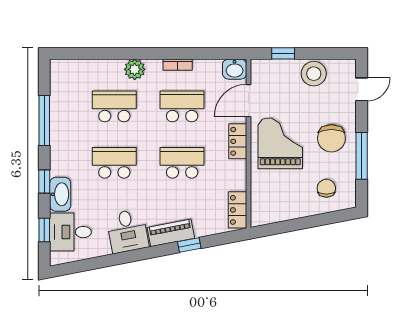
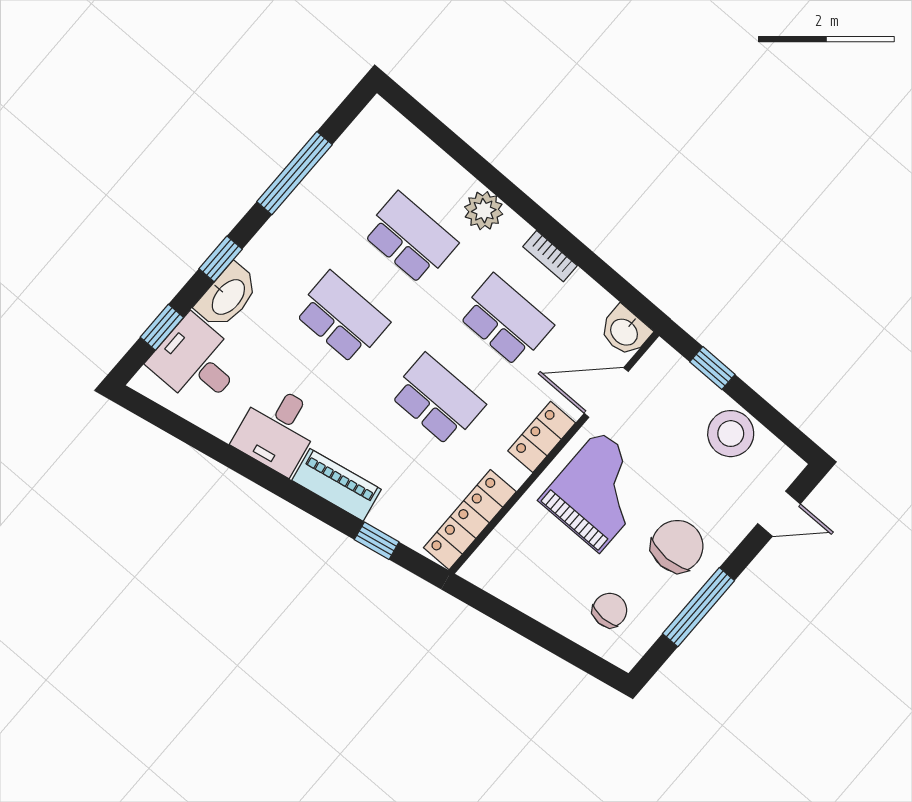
chair: (331, 138) -> (677, 546), turned 180
locker: (237, 210) -> (470, 520), width x1.53
window: (189, 245) -> (377, 541), moved

